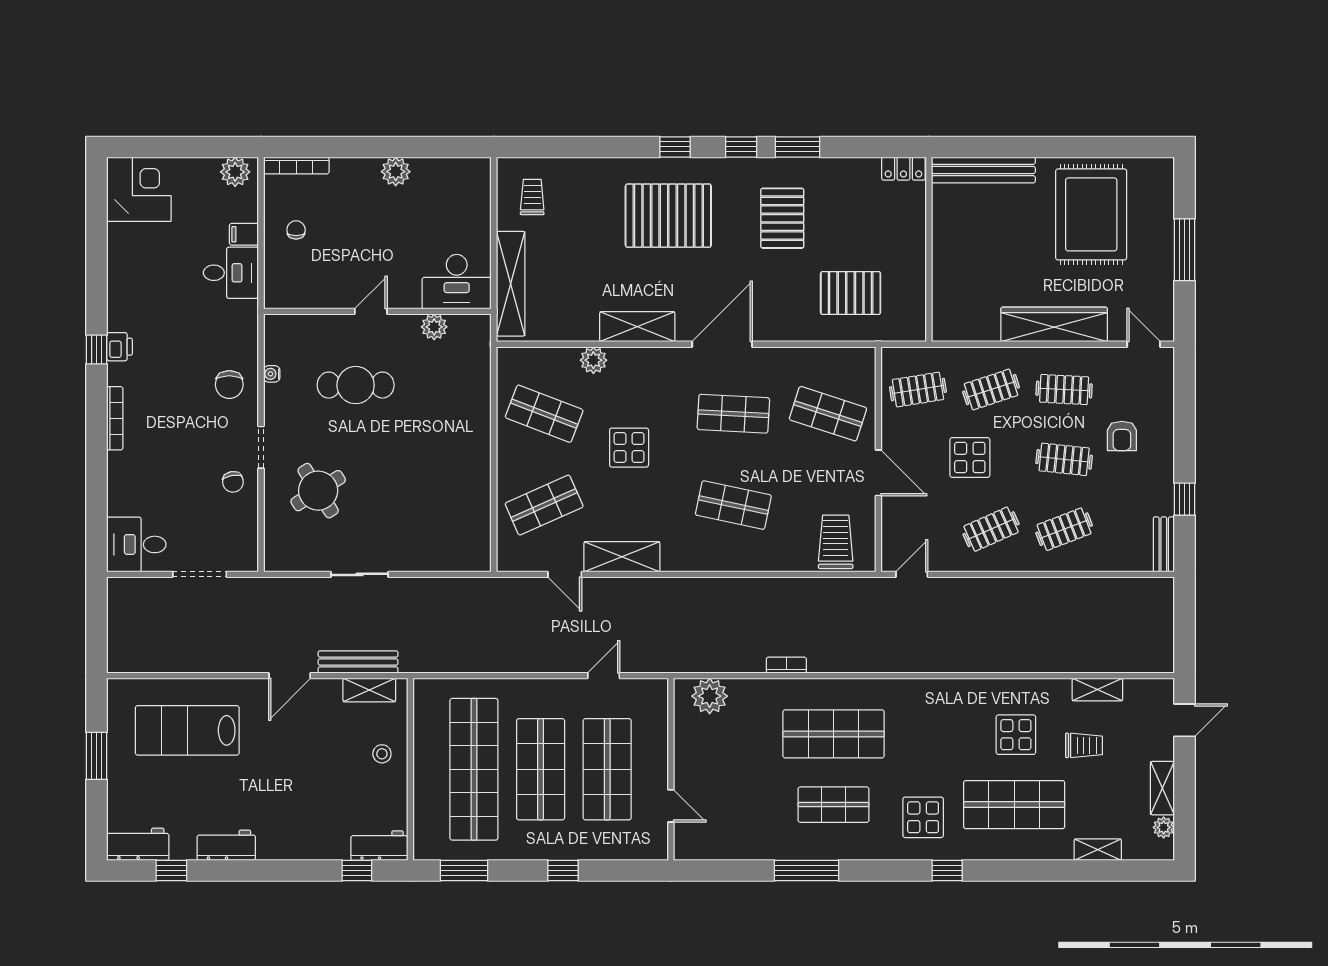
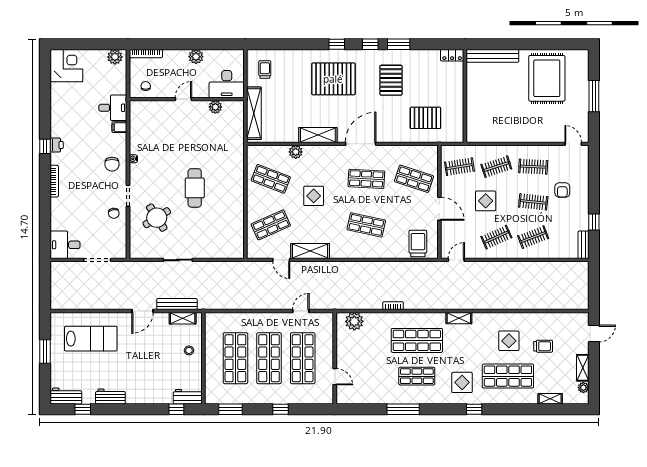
filing cabinet: (244, 234) -> (119, 127), moved
desk: (457, 282) -> (227, 84), moved
door: (371, 311) -> (183, 99), moved
wall: (377, 311) -> (187, 99), moved
wardrobe: (1054, 324) -> (528, 134), removed
plant: (434, 327) -> (215, 107), moved
cafe table: (356, 385) -> (195, 188), moved, turned 90
shelving: (1097, 690) -> (459, 318), moved
lab bench: (187, 730) -> (91, 339), turned 180
shop shelf: (474, 769) -> (235, 358), width x0.71

